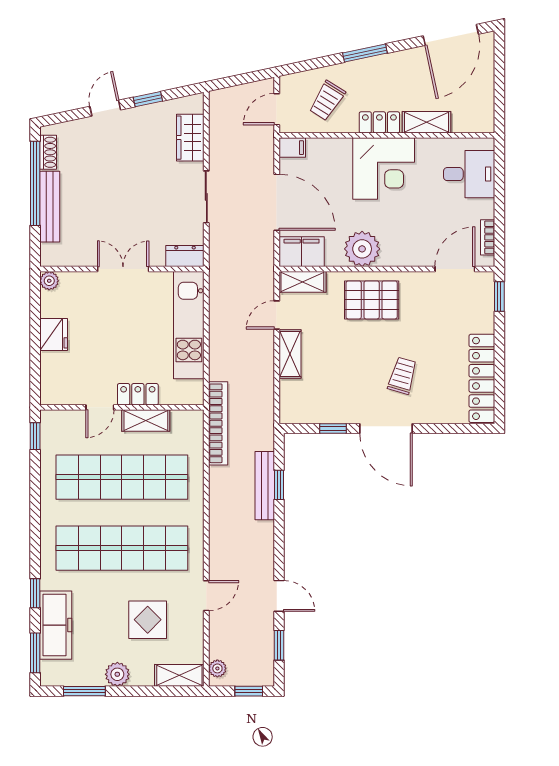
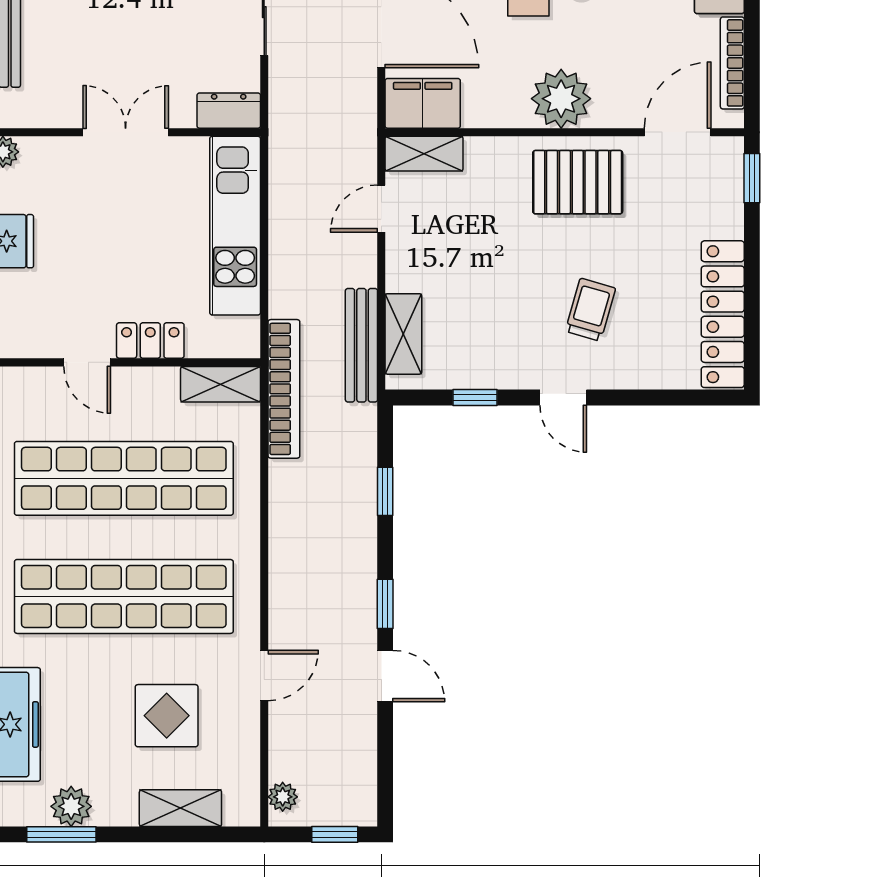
bookcase: (488, 237) -> (732, 63), width x1.56
plant: (362, 249) -> (561, 99), moved
pallet: (372, 300) -> (578, 182), moved
shelving: (290, 354) -> (403, 334), moved
door: (100, 407) -> (87, 362), hinge flipped
shelving: (146, 420) -> (221, 384), moved
door: (386, 428) -> (563, 398), width x0.53
bench: (265, 486) -> (361, 345), moved
window: (279, 645) -> (385, 604), moved
plant: (117, 674) -> (71, 806), moved
shelving: (179, 675) -> (180, 808), moved

